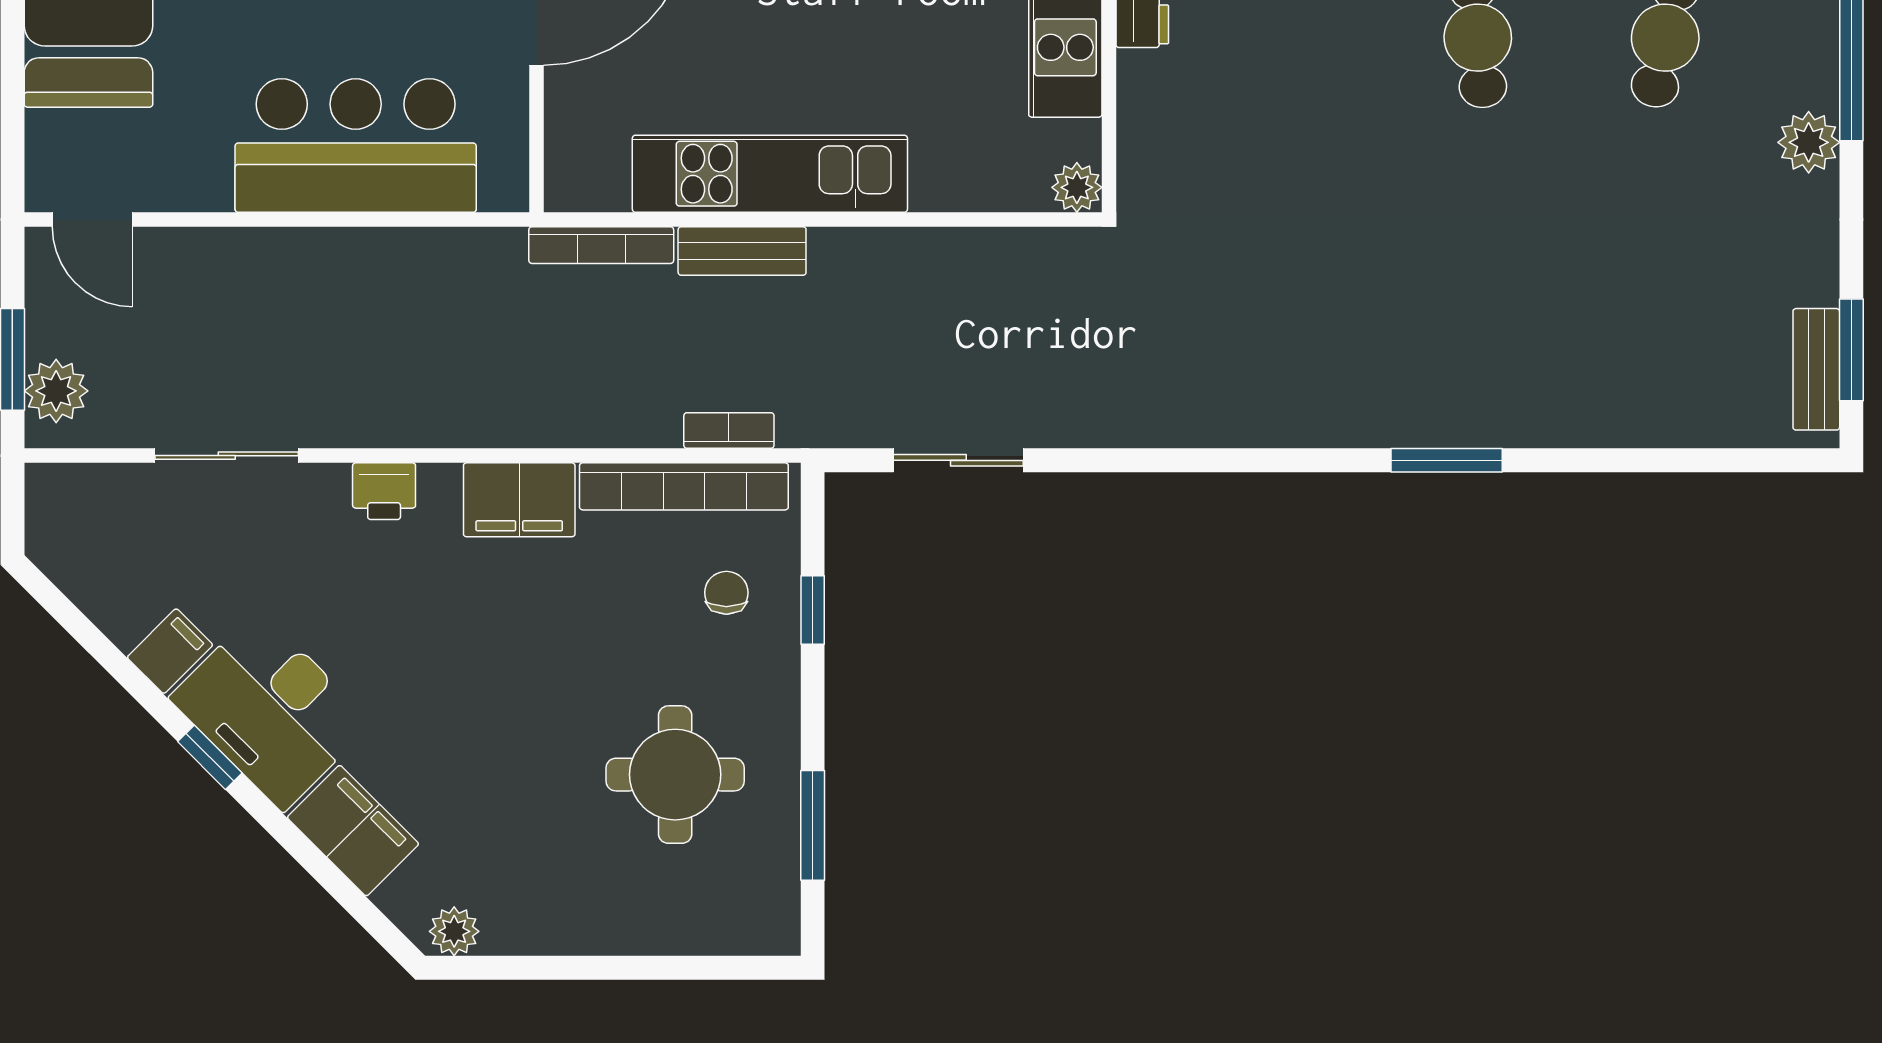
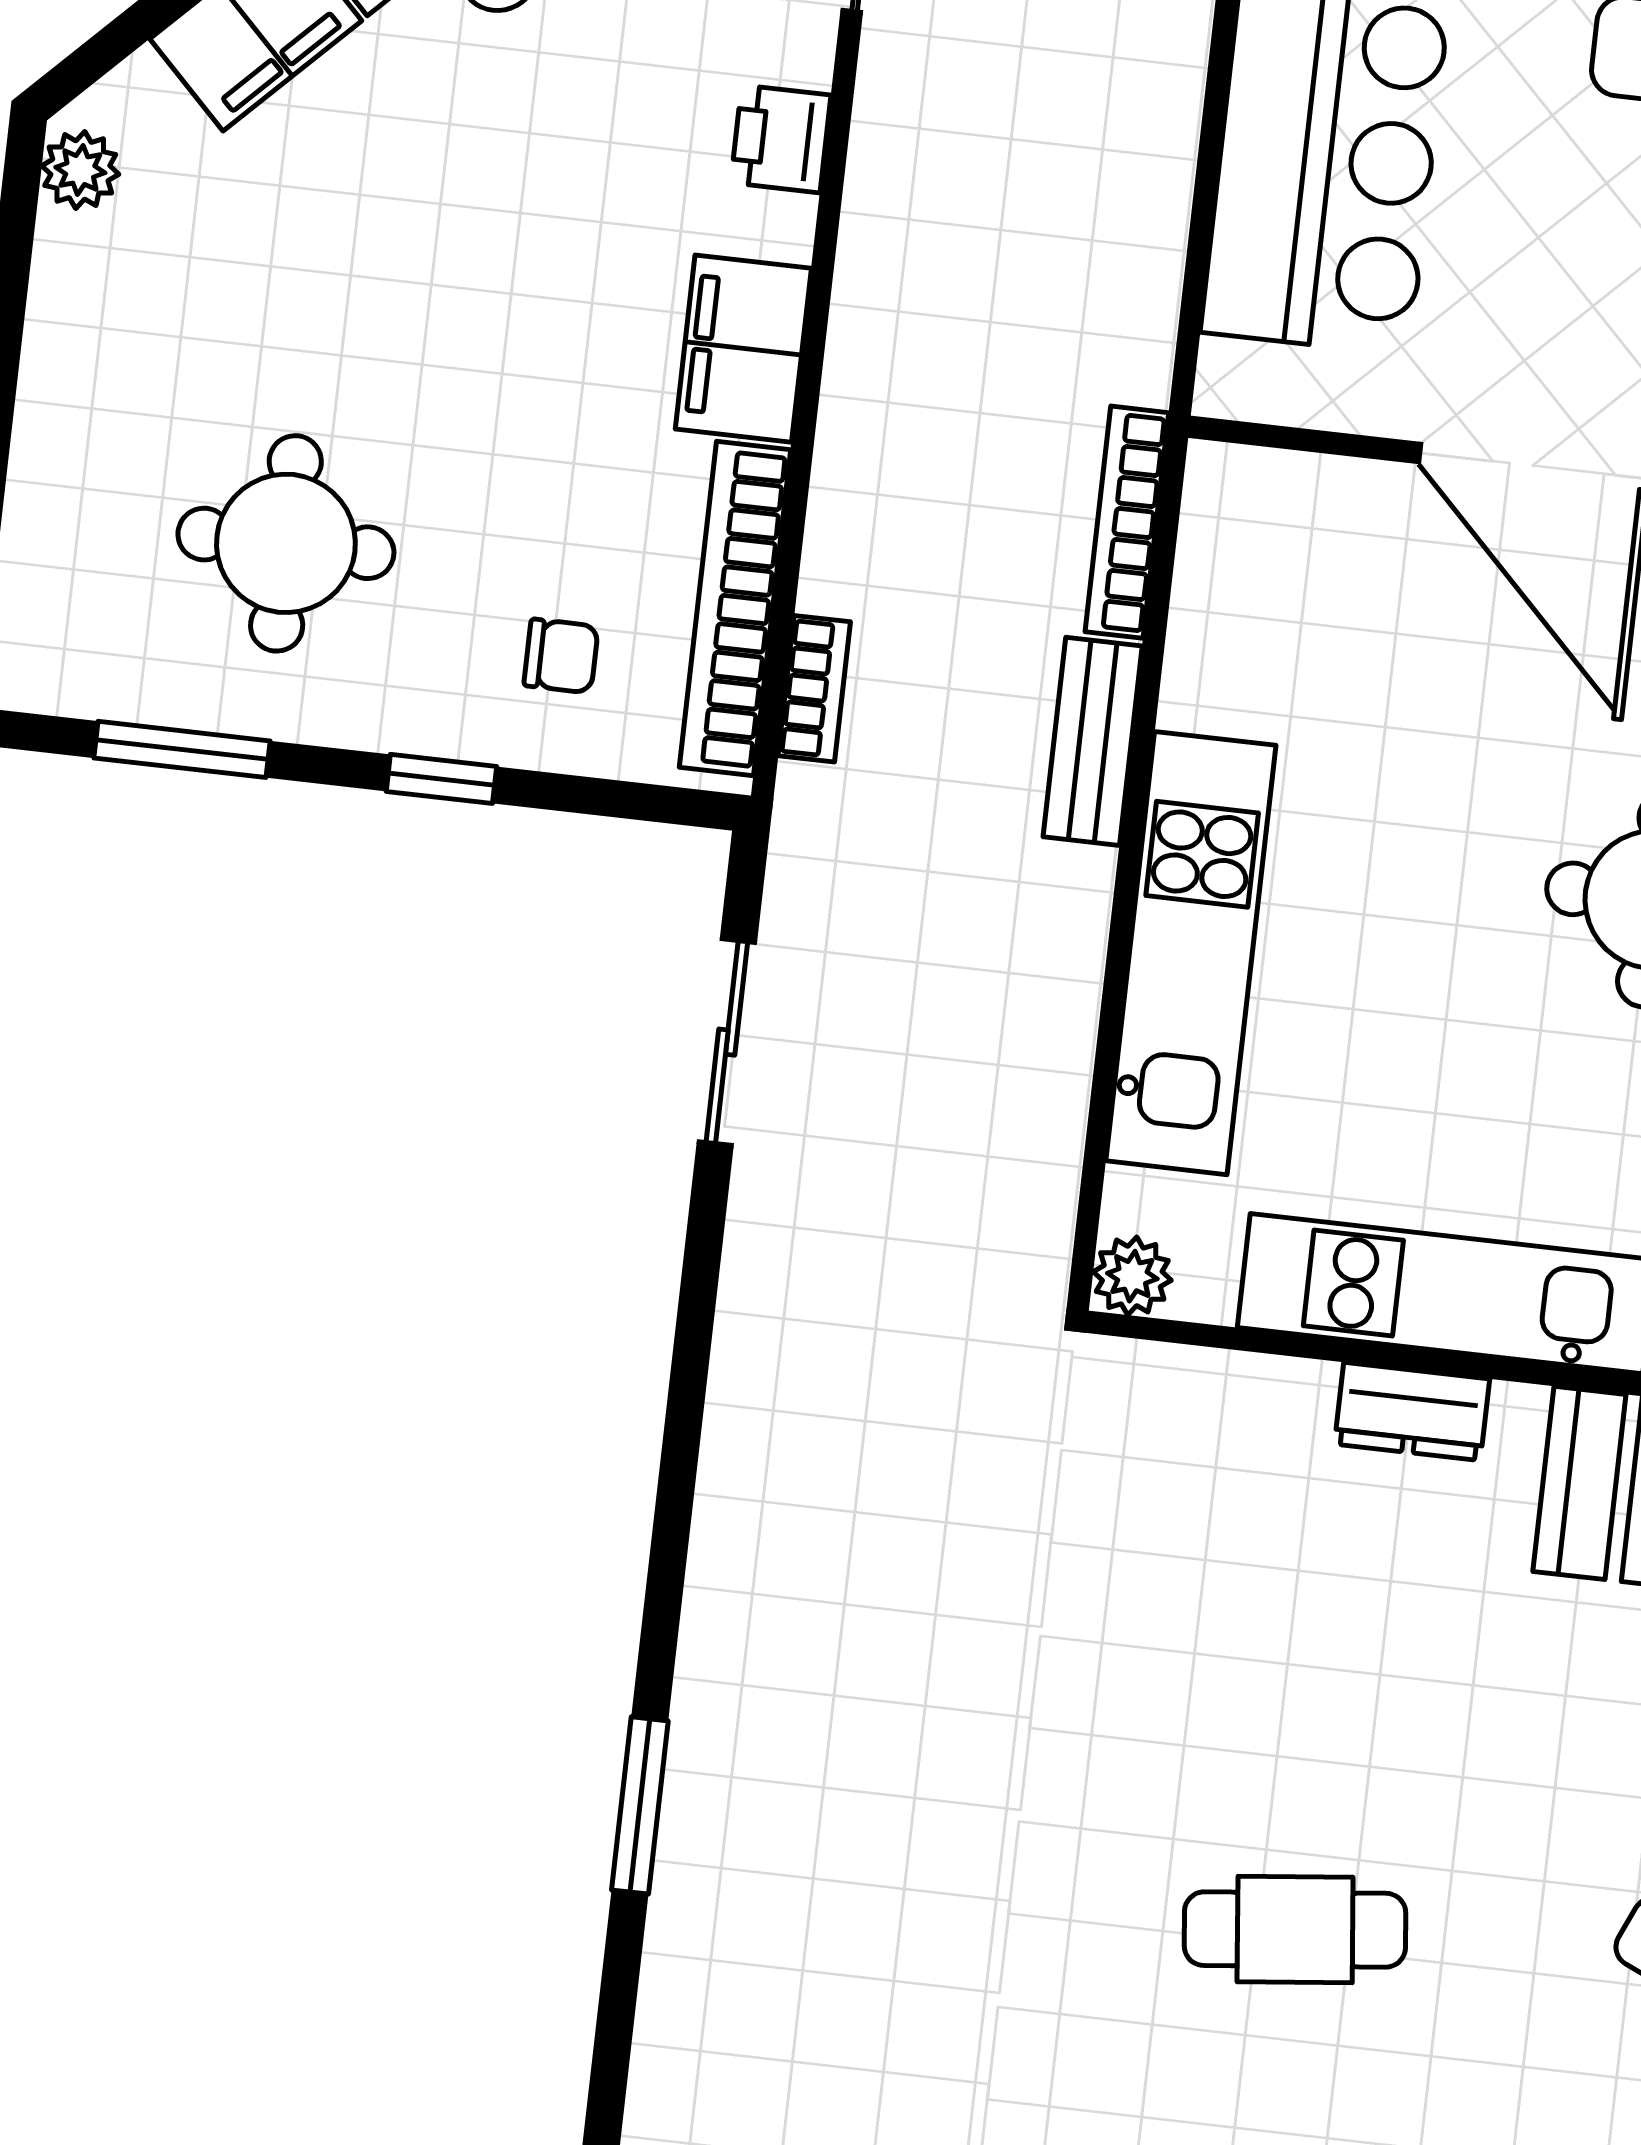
kitchen unit: (770, 174) -> (1191, 953), moved
window: (813, 610) -> (441, 779), moved

